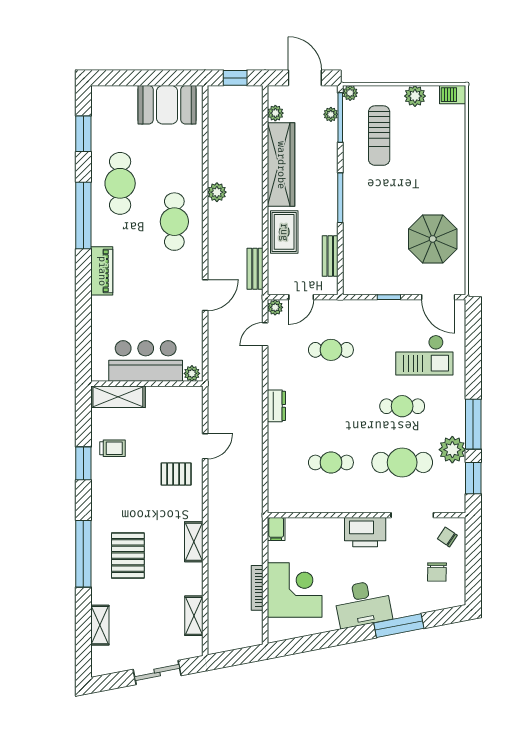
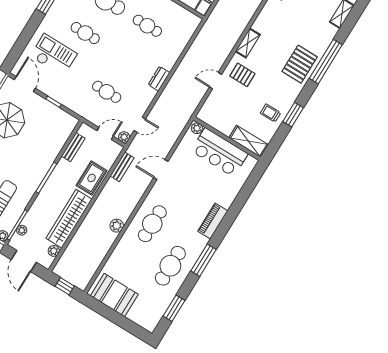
window: (83, 216) -> (204, 260), width x0.68
shelving: (194, 542) -> (248, 43), moved
pallet: (128, 556) -> (300, 64), moved

